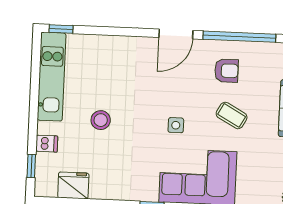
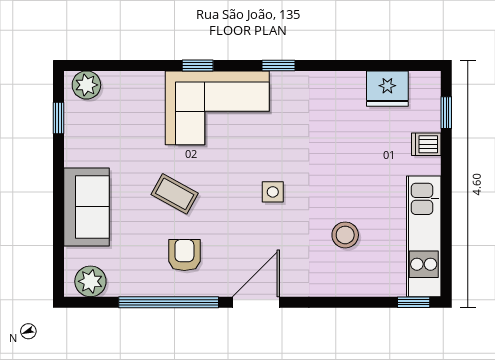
armchair: (226, 71) -> (184, 255), turned 90
stool: (101, 120) -> (345, 235), moved
side table: (176, 125) -> (273, 192), moved

